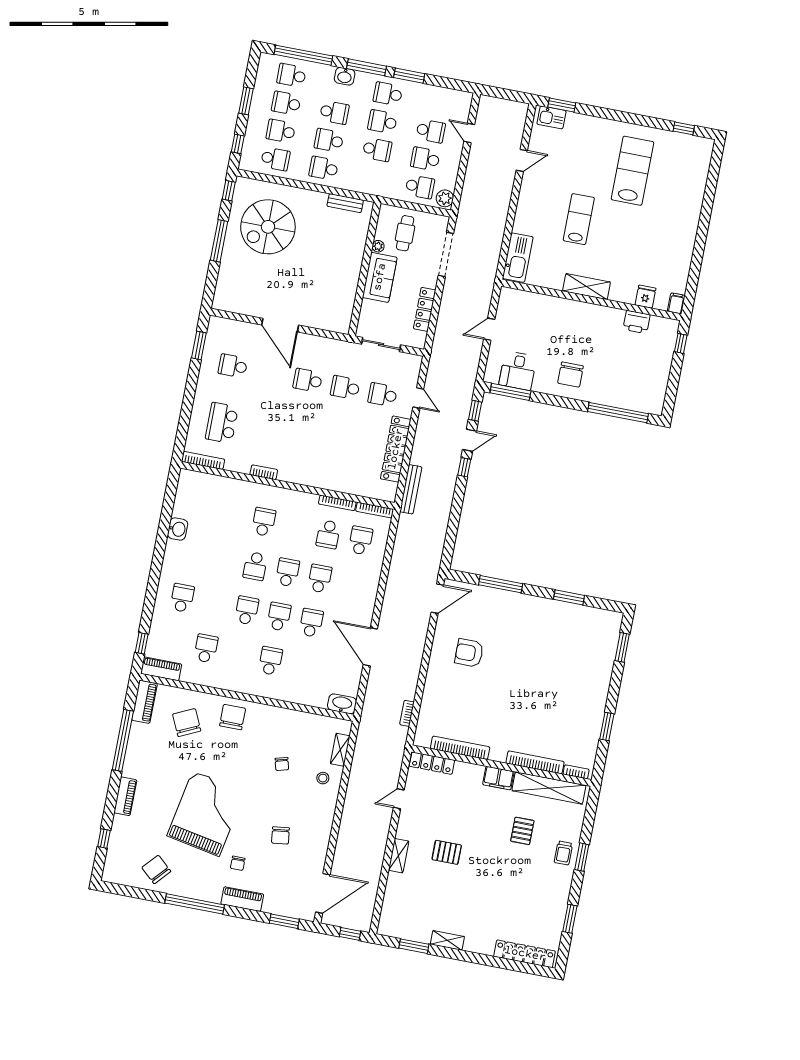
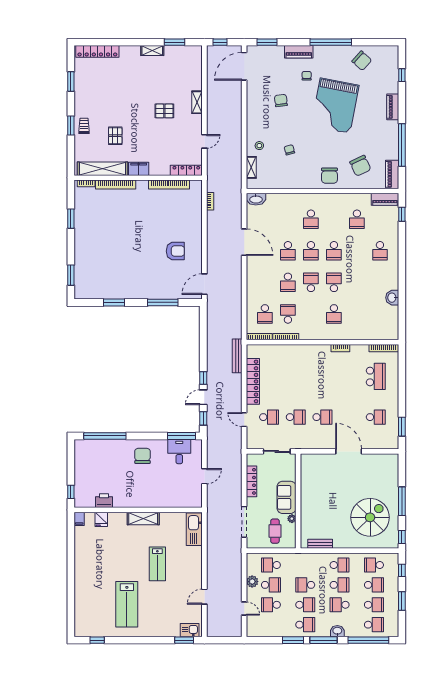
plant: (445, 198) -> (252, 582), moved
school desk: (287, 572) -> (311, 282), turned 180

